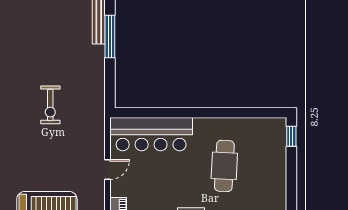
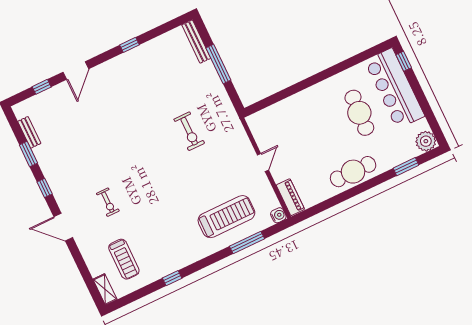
window: (110, 37) -> (218, 64), moved
bar counter: (151, 134) -> (395, 88), moved, turned 90

